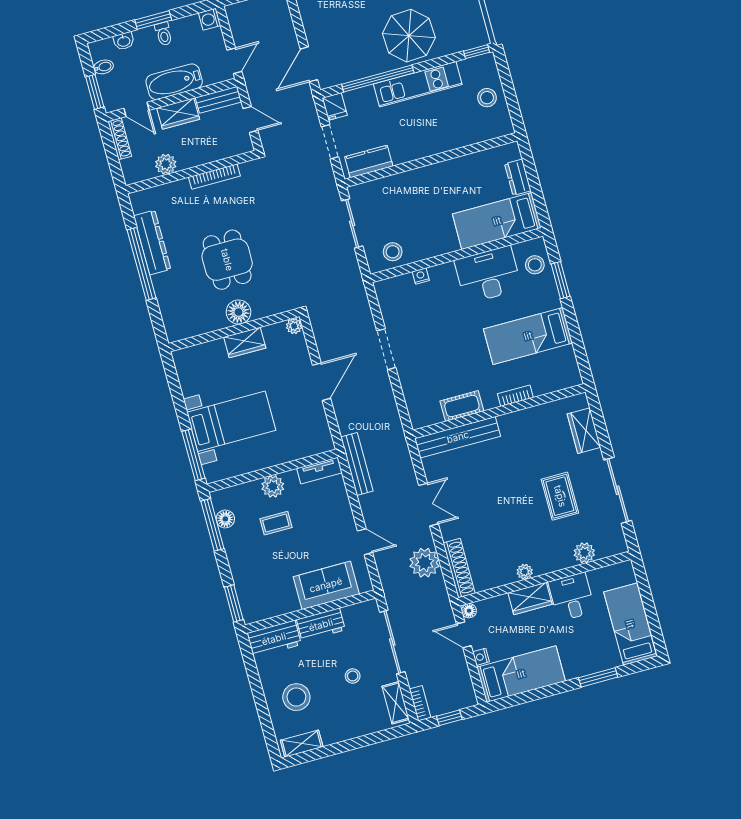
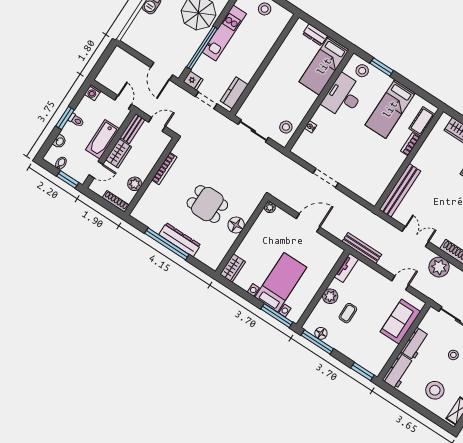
shoe rack: (120, 139) -> (116, 201), moved
dresser: (152, 243) -> (180, 240), moved
wardrobe: (245, 342) -> (233, 268), moved
door: (322, 382) -> (308, 223), hinge flipped
cot: (462, 406) -> (422, 121), moved

